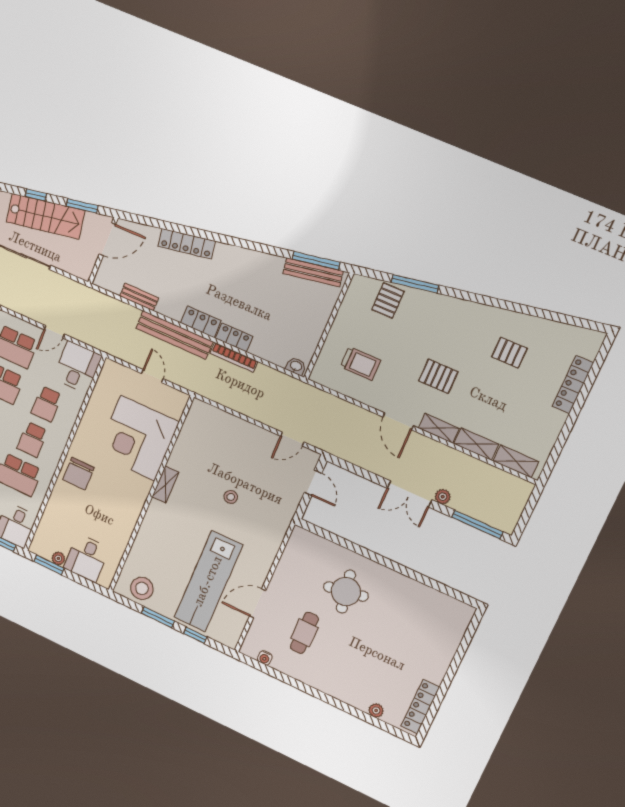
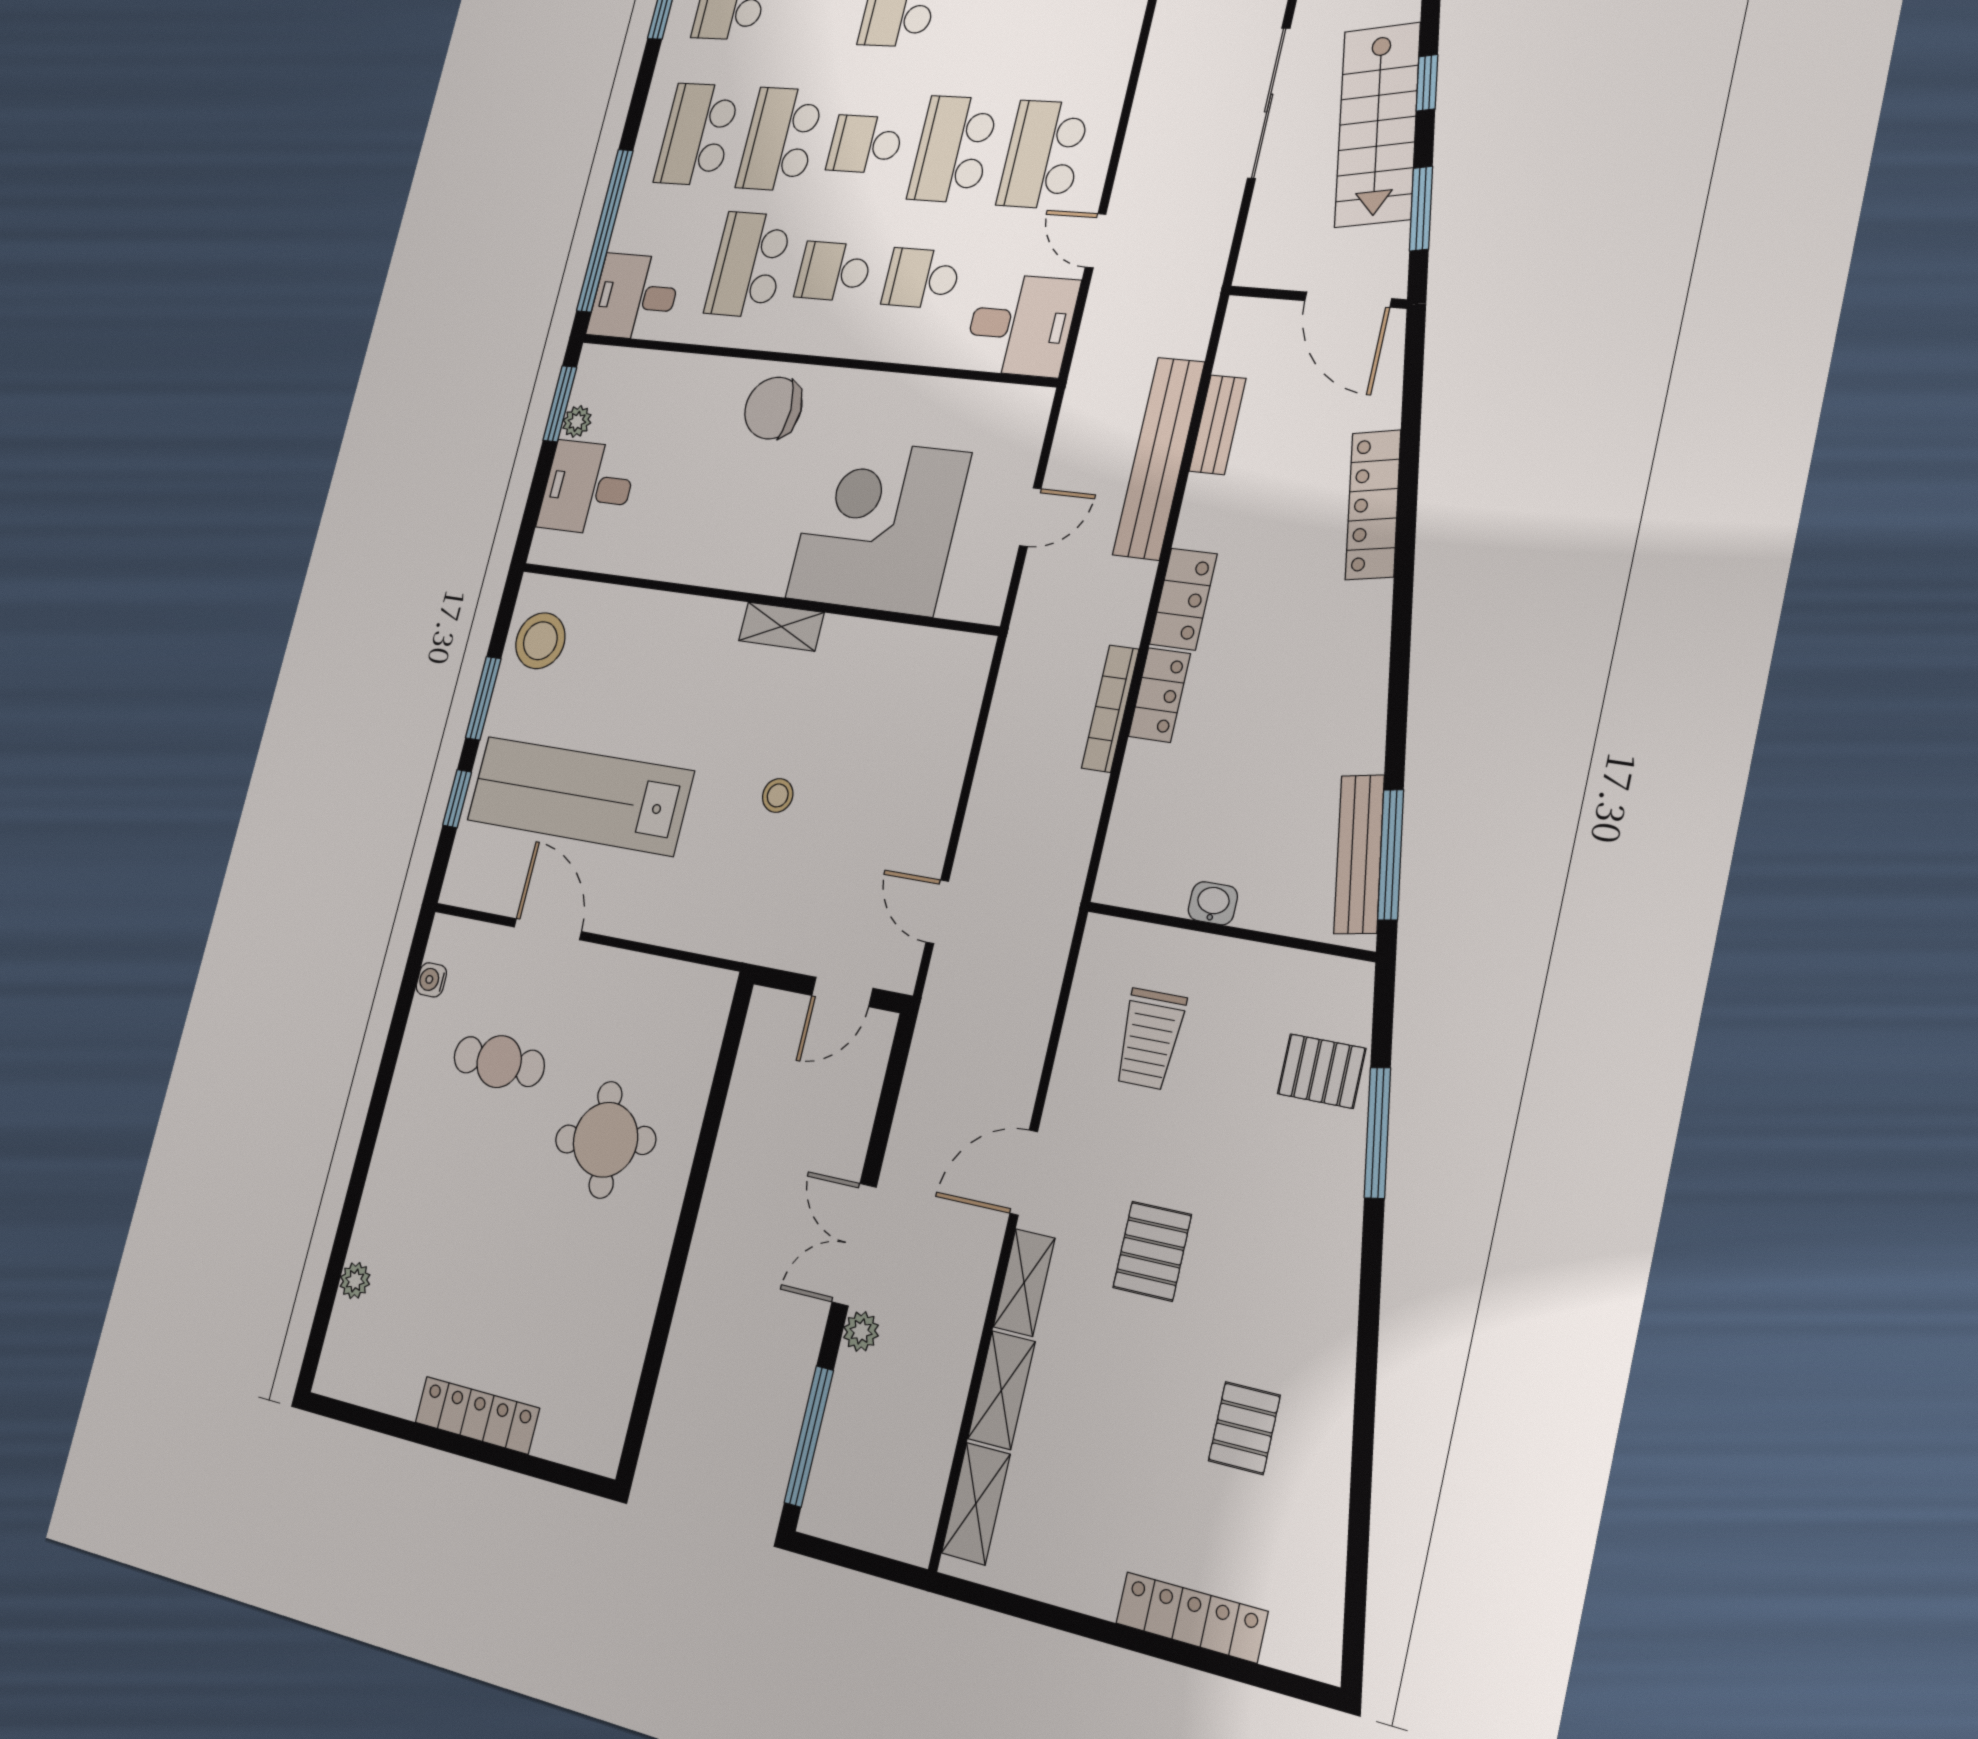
bench: (174, 335) -> (1159, 458), moved
washbasin: (296, 366) -> (1213, 903), moved, turned -90
locker: (420, 707) -> (477, 1415), moved

